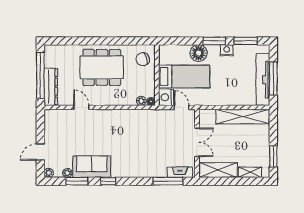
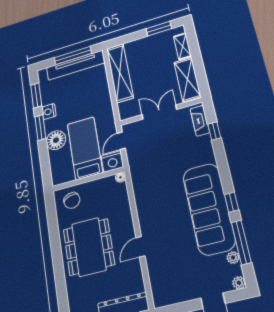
plant: (141, 101) -> (122, 189), removed
door: (81, 107) -> (140, 247), moved
sofa: (92, 167) -> (209, 209), width x1.85, depth x1.27
window: (77, 181) -> (241, 242), width x1.44
window: (168, 181) -> (214, 131), width x0.46

